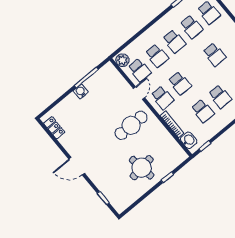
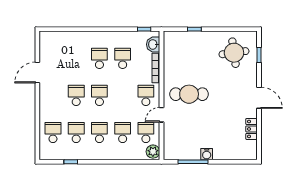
school desk: (180, 83) -> (99, 95), moved
locker: (54, 128) -> (252, 129), moved
round table: (142, 168) -> (234, 53), moved

